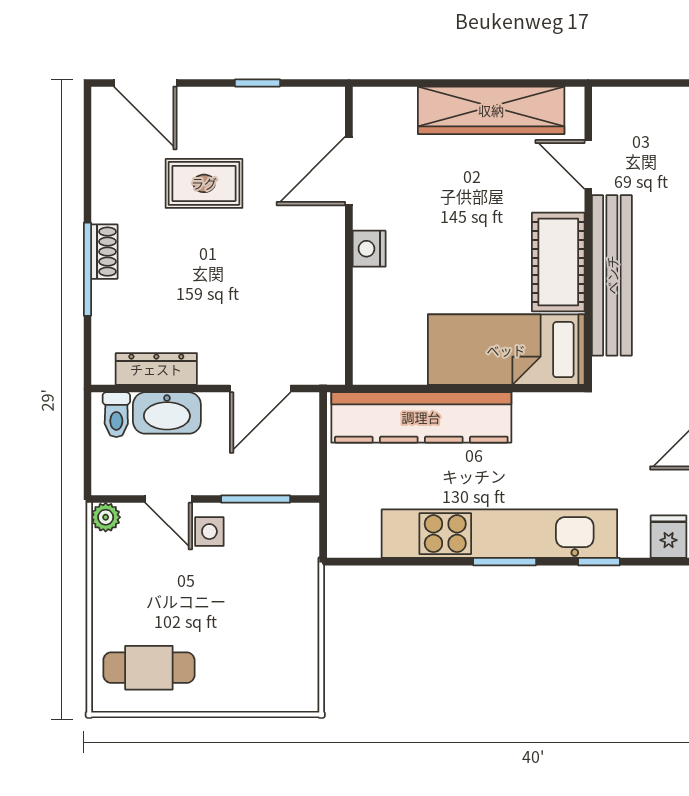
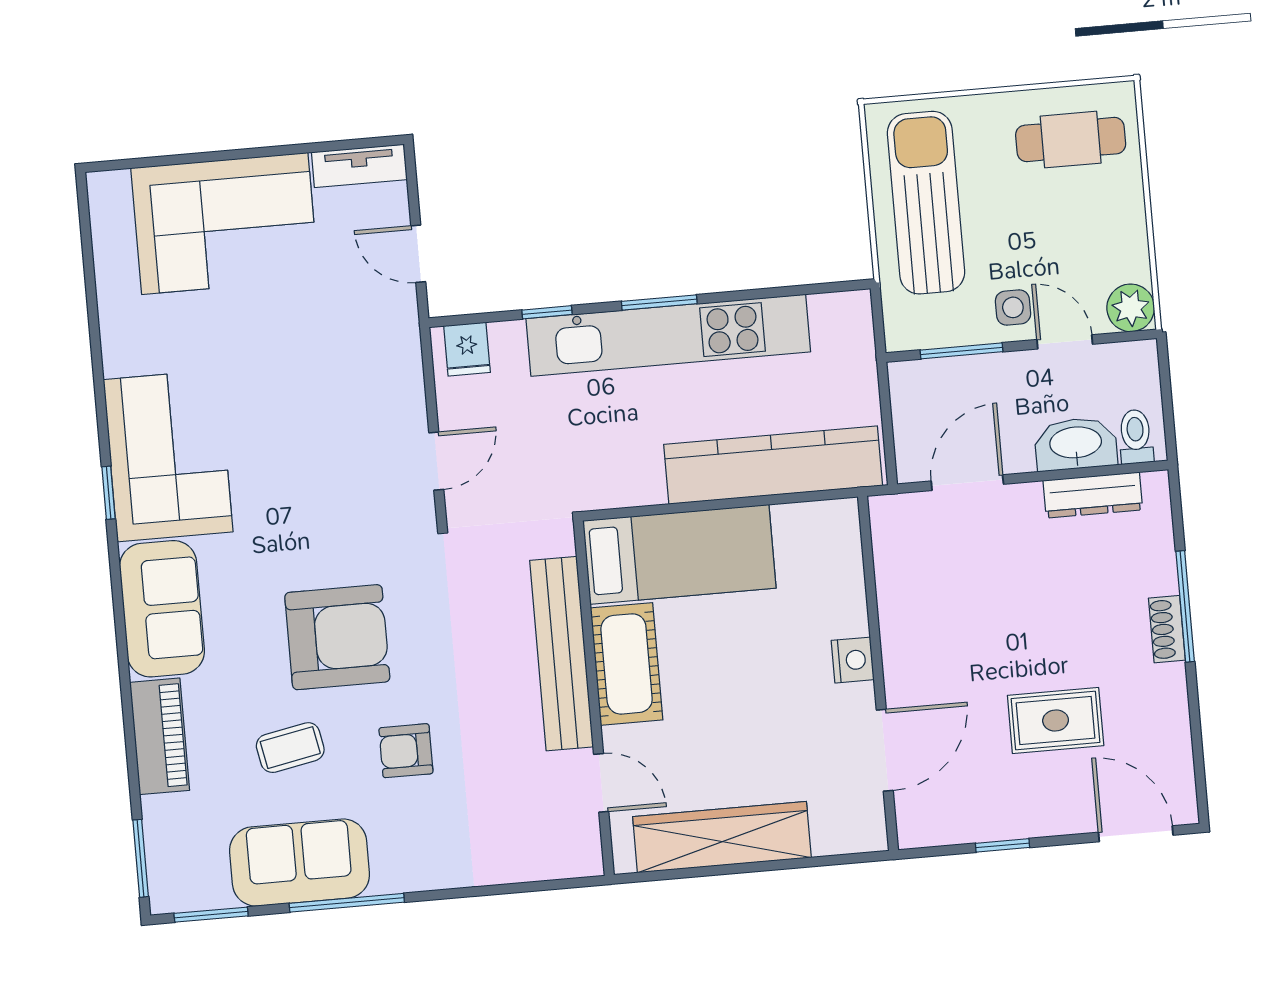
plant: (106, 517) -> (1131, 308), width x1.38, depth x1.38
sun lounger: (274, 626) -> (926, 203), added

